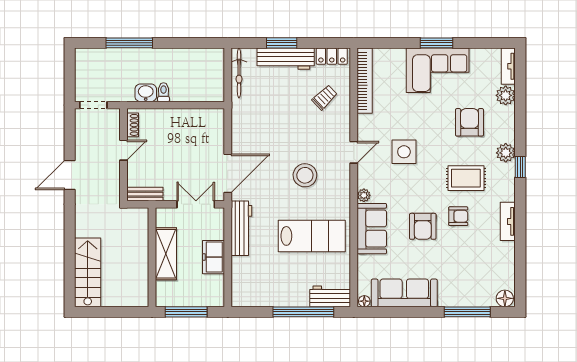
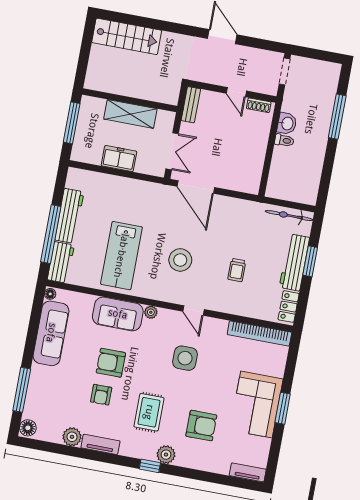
plant: (506, 95) -> (72, 437), moved
trolley: (325, 97) -> (237, 270), moved, turned 44
armchair: (458, 216) -> (101, 395), moved
workbench: (241, 228) -> (69, 216), moved, turned -90

